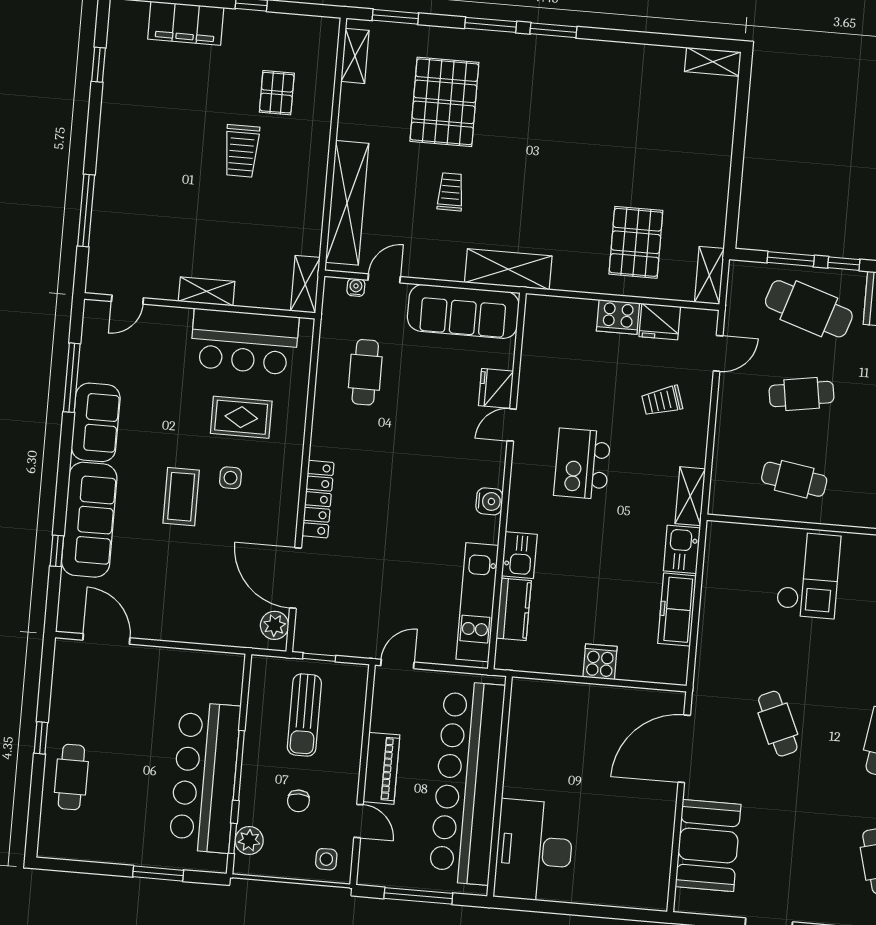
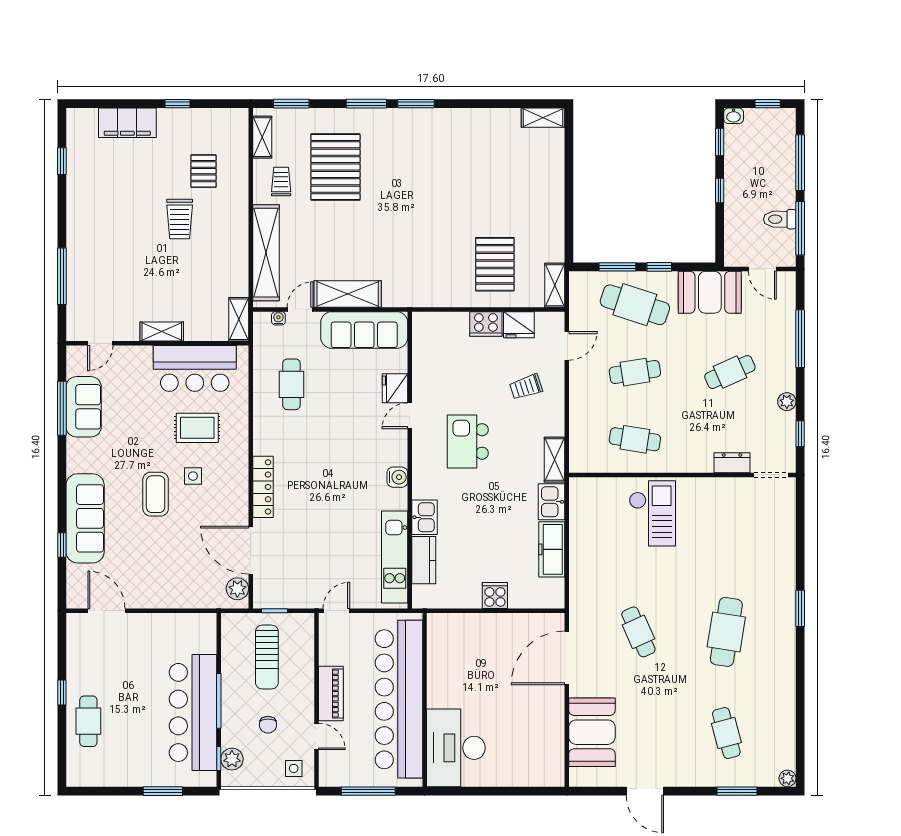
trolley: (451, 192) -> (281, 181), moved
shelving: (508, 269) -> (348, 294), moved
sofa: (96, 422) -> (84, 407), moved

